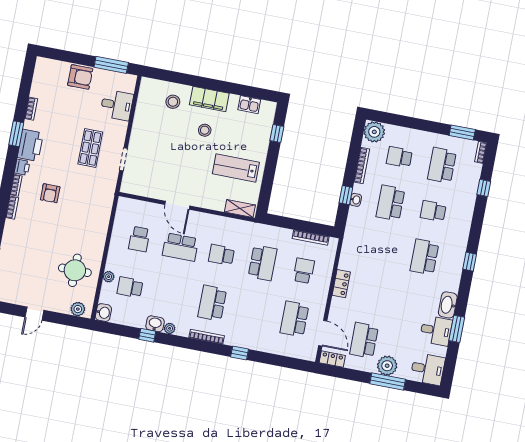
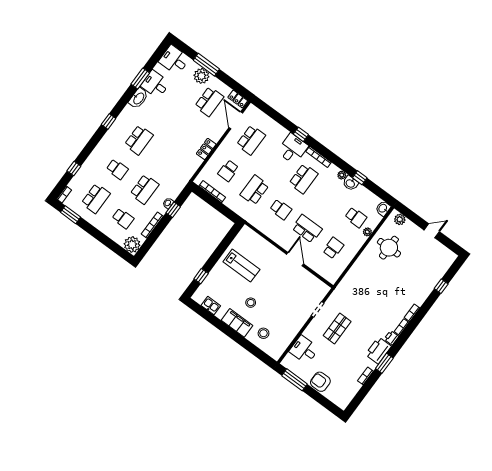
armchair: (50, 193) -> (380, 310), removed
shelving: (240, 208) -> (252, 236), removed
desk: (241, 332) -> (293, 149), added

